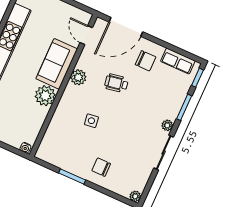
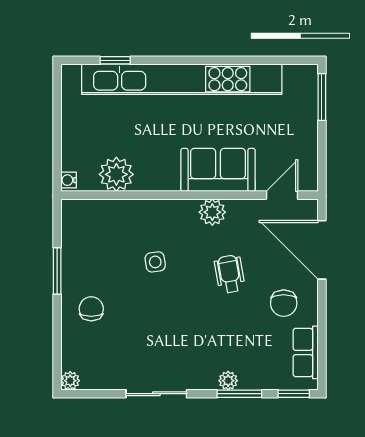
plant: (45, 96) -> (116, 174), moved
plant: (167, 125) -> (228, 381), moved

